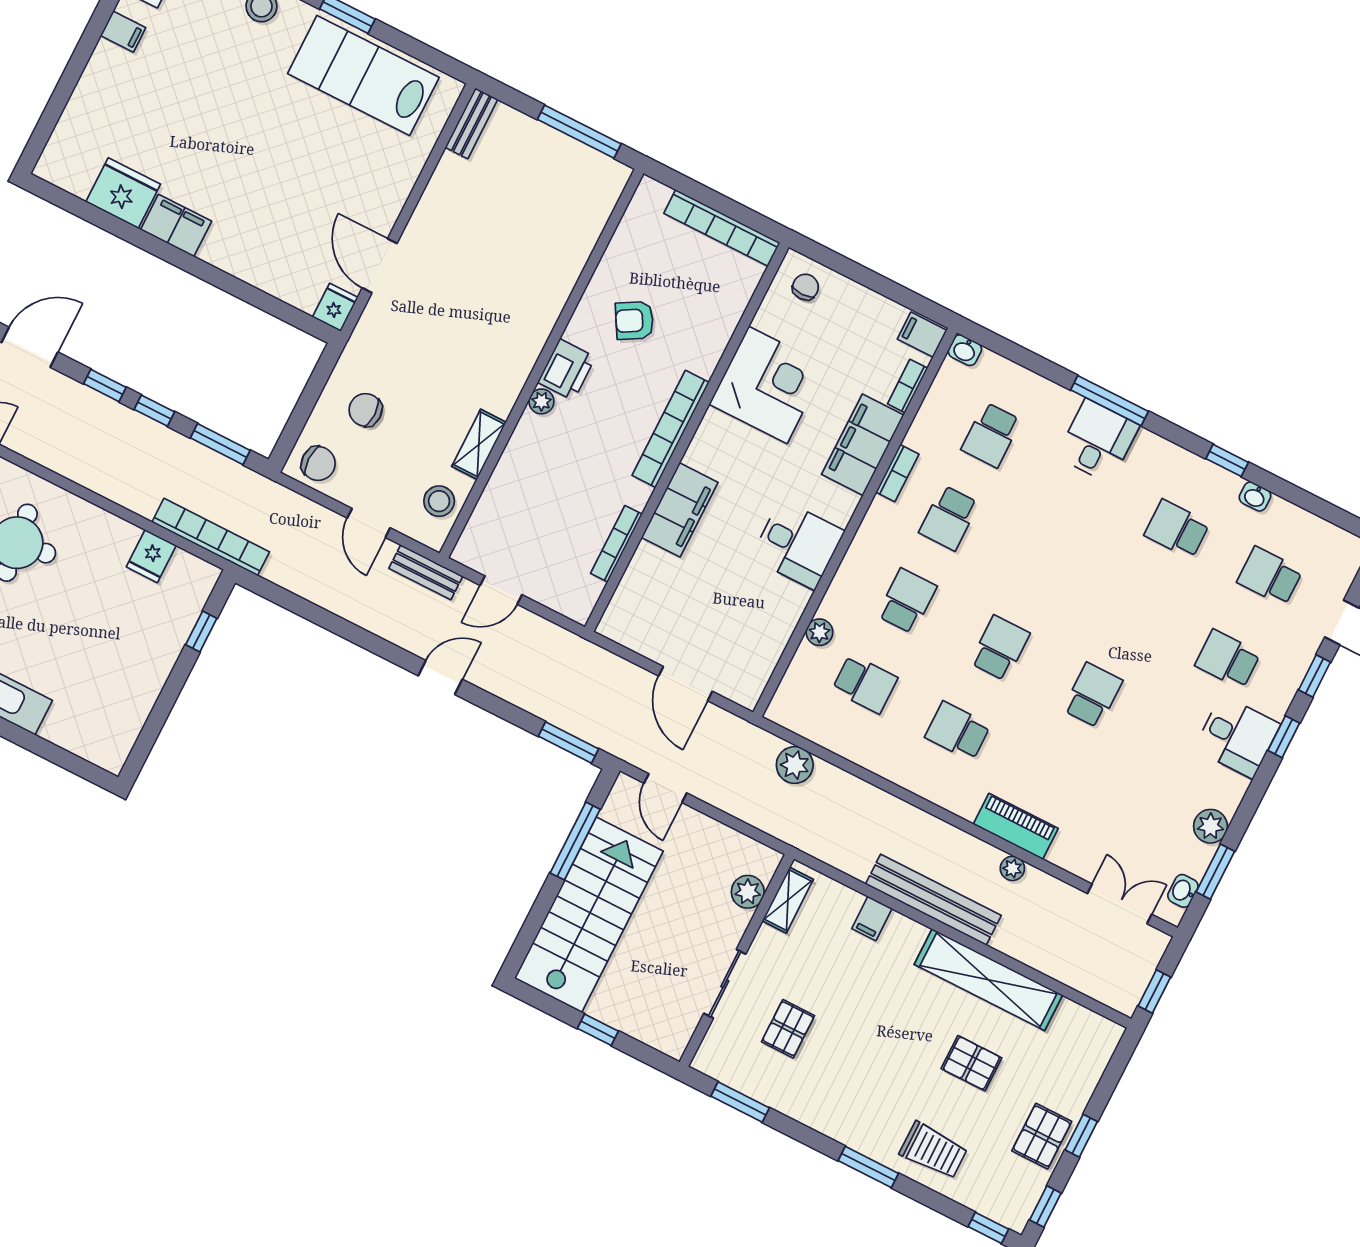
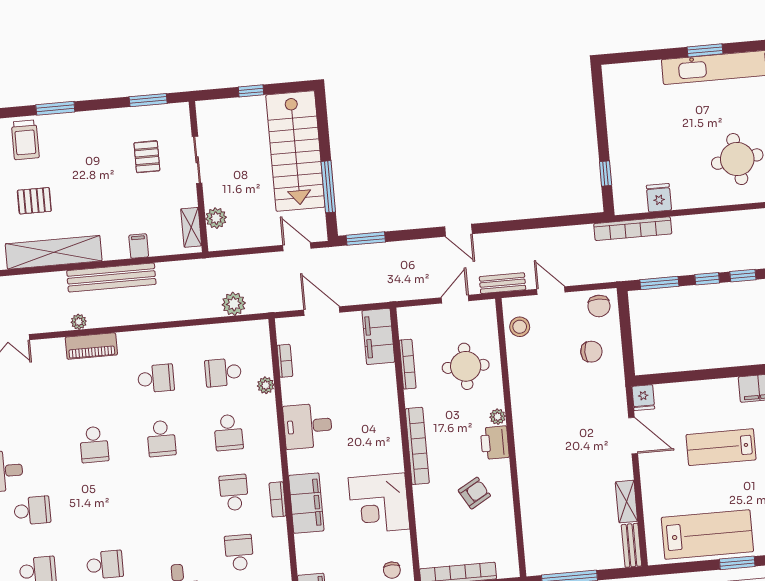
lab bench: (274, 179) -> (721, 447), added
bookcase: (908, 386) -> (285, 361), moved
shelving: (479, 444) -> (626, 502), moved
chair: (318, 464) -> (599, 306), turned -90
round table: (542, 493) -> (466, 366), added
filing cabinet: (680, 510) -> (378, 336), moved
door: (440, 677) -> (458, 230), hinge flipped
trolley: (933, 1151) -> (25, 140), turned -90

